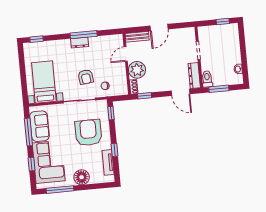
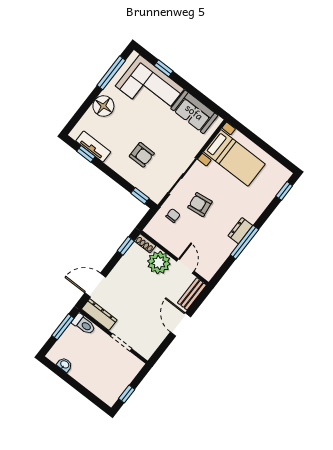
window: (28, 132) -> (199, 95), removed
armchair: (88, 133) -> (142, 155), width x0.53, depth x0.53
window: (114, 150) -> (86, 154), moved

